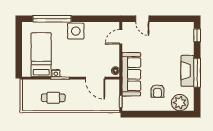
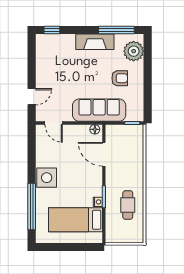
window: (197, 73) -> (116, 30), moved
door: (95, 78) -> (104, 154), swing flipped

